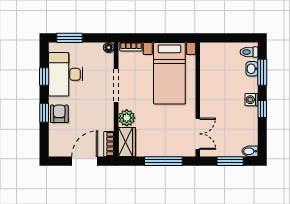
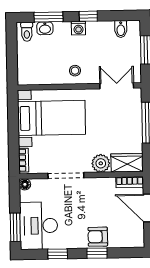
desk: (66, 74) -> (39, 226), moved, turned 90
stool: (212, 96) -> (75, 71), added
bidet: (250, 151) -> (121, 29), moved

